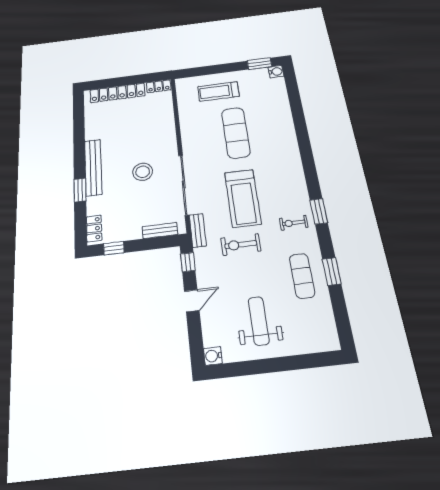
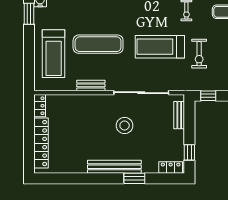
treadmill: (218, 91) -> (54, 54), width x1.37, depth x1.38
treadmill: (243, 198) -> (160, 47), turned 180
bench: (198, 230) -> (91, 85), moved

